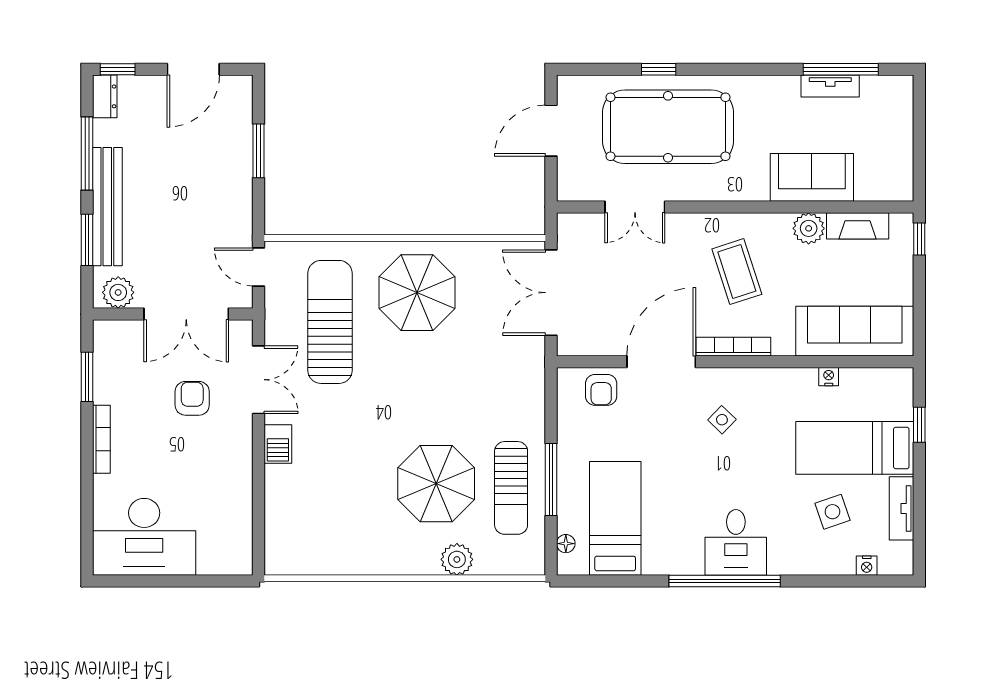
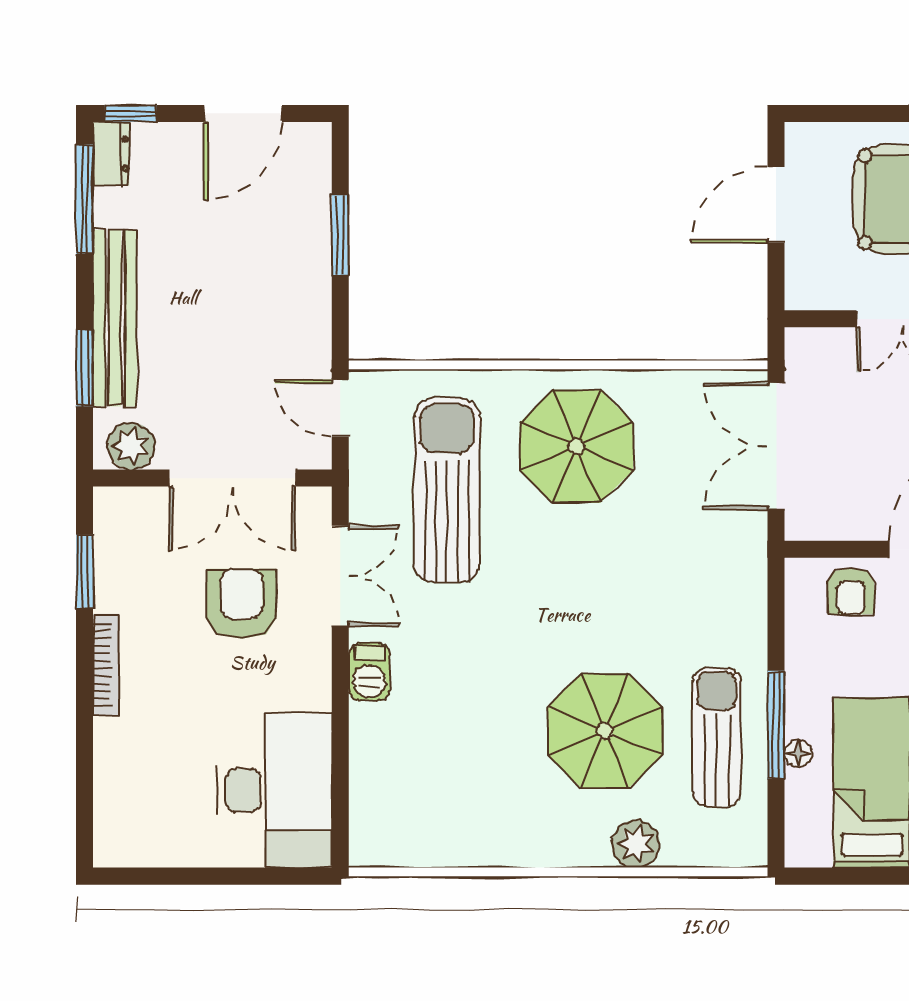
window: (87, 153) -> (85, 199), moved
armchair: (192, 398) -> (241, 604), width x1.38, depth x1.38
sun lounger: (511, 488) -> (717, 737), turned 180
desk: (144, 537) -> (274, 790), moved, turned -90
floor lamp: (566, 544) -> (798, 754), moved

